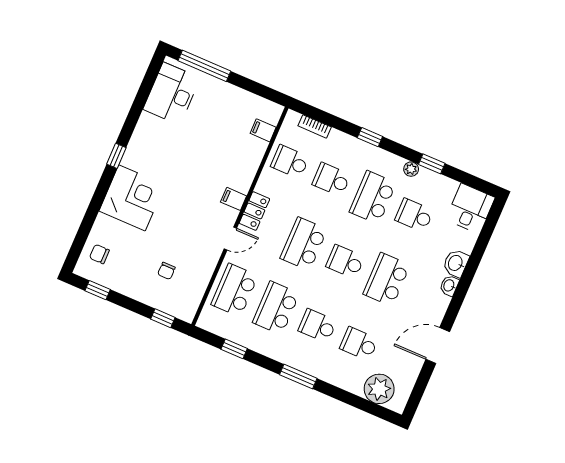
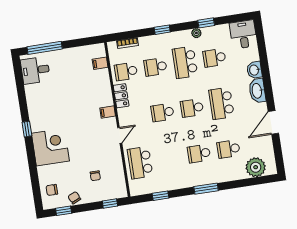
desk: (172, 94) -> (35, 70), width x0.73
locker: (254, 211) -> (121, 96), moved
school desk: (304, 244) -> (163, 113), width x0.54
chair: (122, 282) -> (74, 198), added
washbasin: (449, 286) -> (257, 91), width x1.91, depth x1.45
school desk: (276, 308) -> (170, 158), removed

